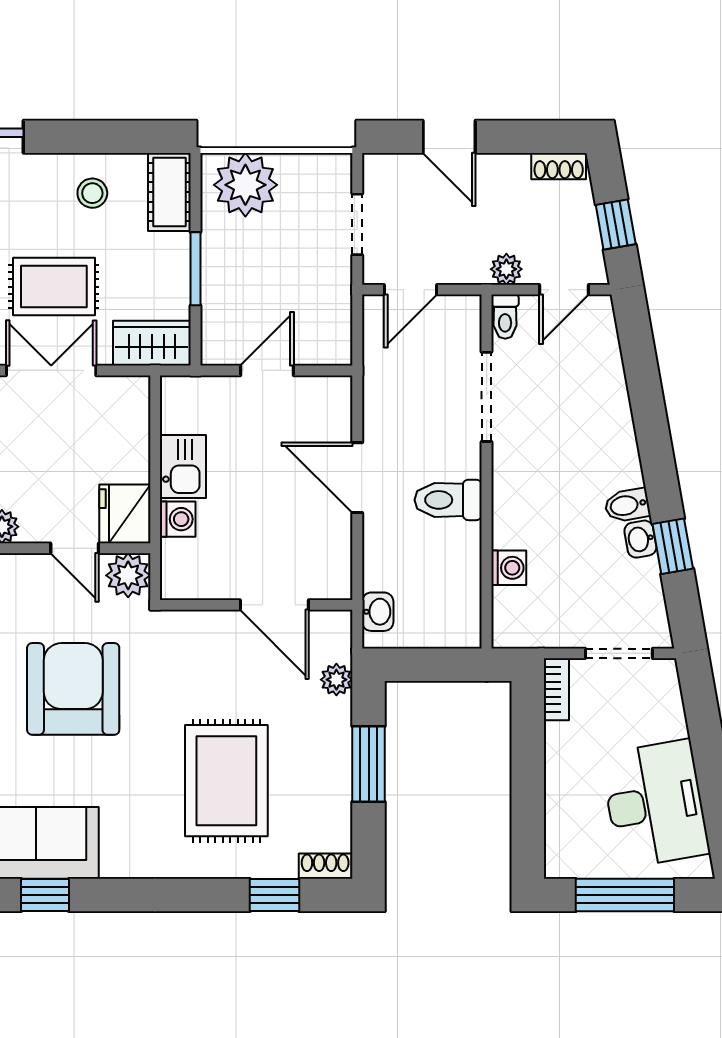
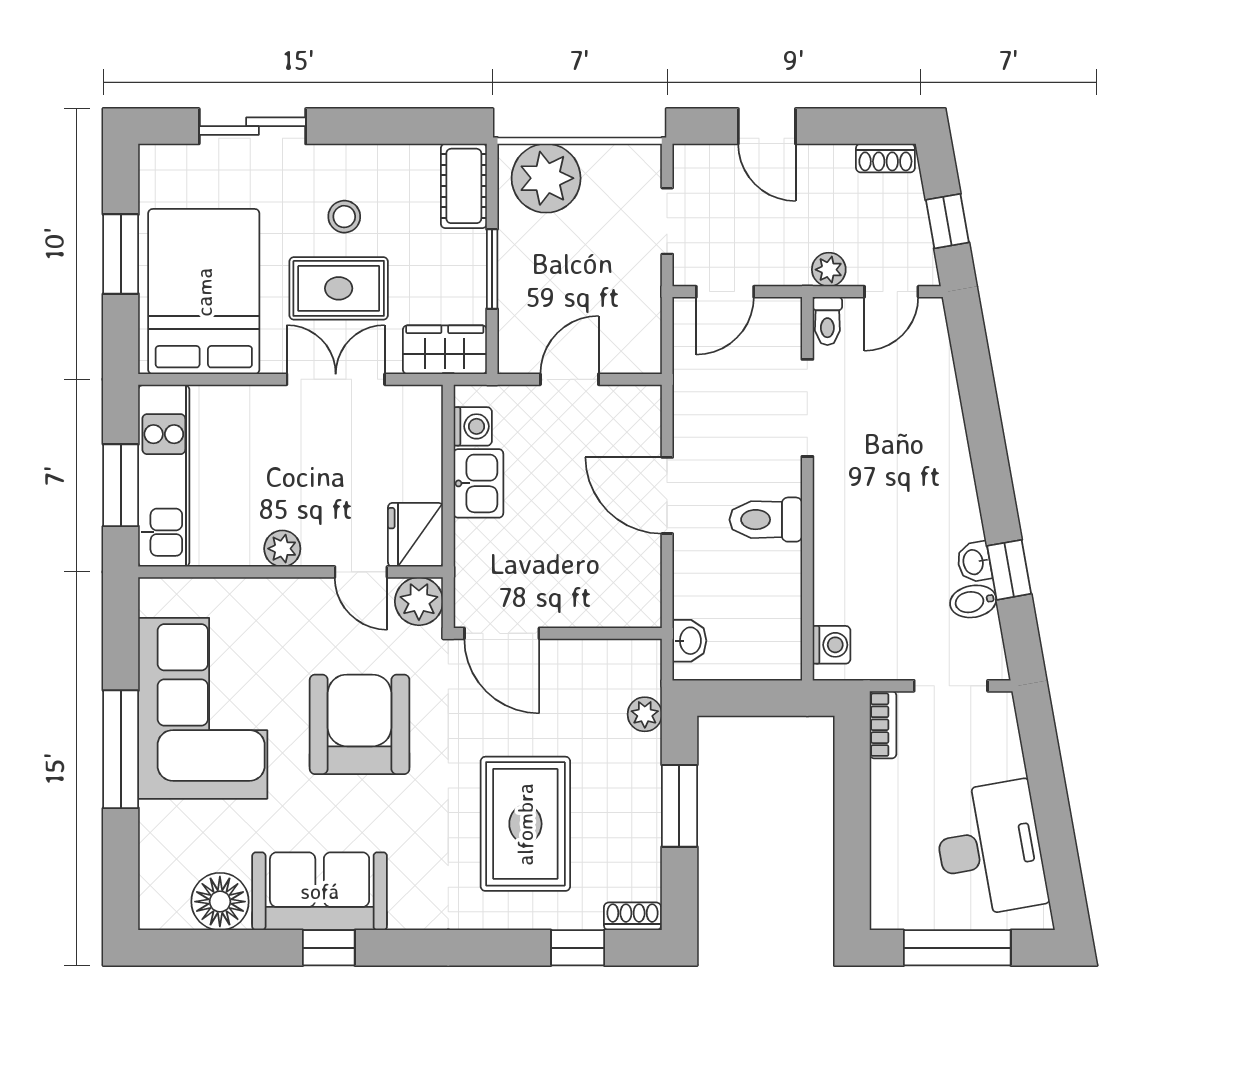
stool: (92, 193) -> (344, 217), moved
bidet: (627, 505) -> (973, 601), moved
washing machine: (178, 519) -> (473, 426), moved
washing machine: (509, 568) -> (831, 645), moved
door: (274, 605) -> (502, 633), moved

